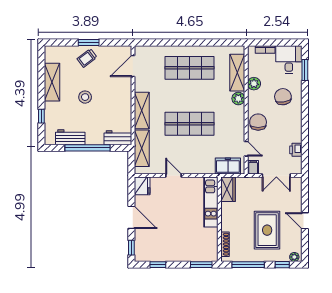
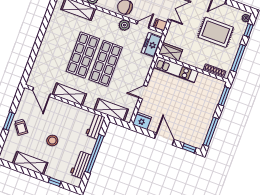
shop shelf: (190, 68) -> (83, 55), moved
plant: (238, 99) -> (124, 25), moved
shelving: (142, 111) -> (69, 94), moved
door: (131, 217) -> (164, 139), hinge flipped
window: (158, 265) -> (211, 132), width x2.17

